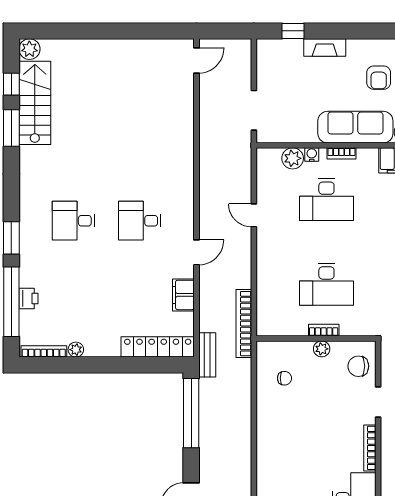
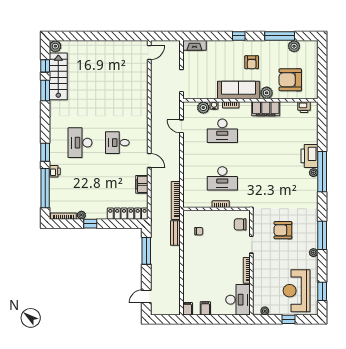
window: (293, 31) -> (239, 36), moved
fireplace: (325, 48) -> (194, 45), moved
door: (254, 215) -> (181, 126), moved
desk: (73, 221) -> (80, 143), width x1.37
door: (196, 252) -> (149, 160), hinge flipped
printer: (28, 298) -> (55, 171), moved
plant: (322, 349) -> (220, 215), removed
bench: (207, 355) -> (175, 233), moved
window: (91, 365) -> (90, 224), added
window: (191, 413) -> (146, 251), width x0.68

